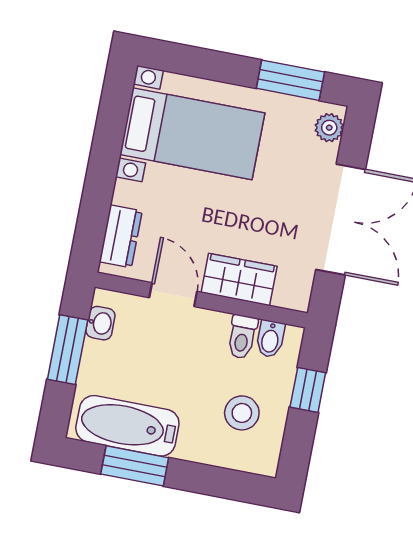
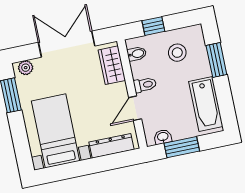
dresser: (121, 236) -> (112, 146), width x1.44
wardrobe: (239, 279) -> (112, 65), moved
toilet: (242, 337) -> (145, 85), moved
window: (135, 466) -> (216, 60), moved

